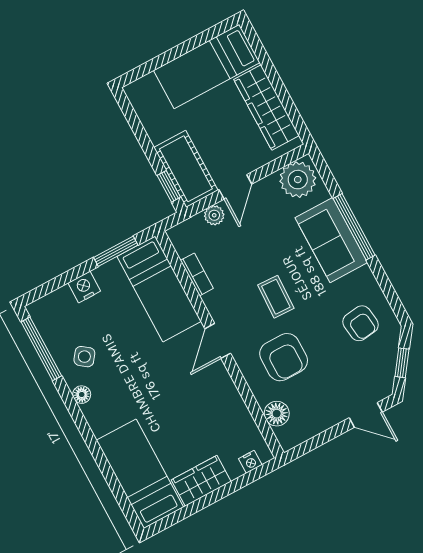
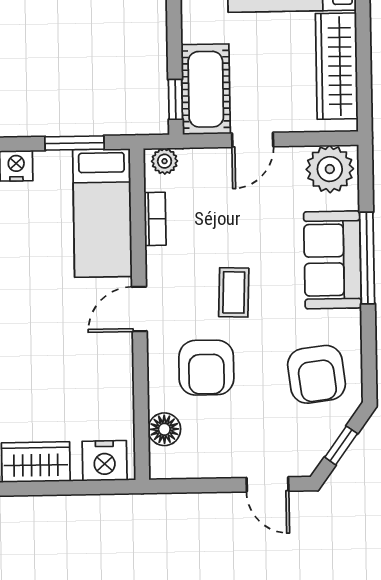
plant: (214, 215) -> (165, 161), moved
armchair: (361, 323) -> (317, 374), width x1.38, depth x1.38
nightstand: (250, 462) -> (105, 461), width x1.89, depth x1.79

